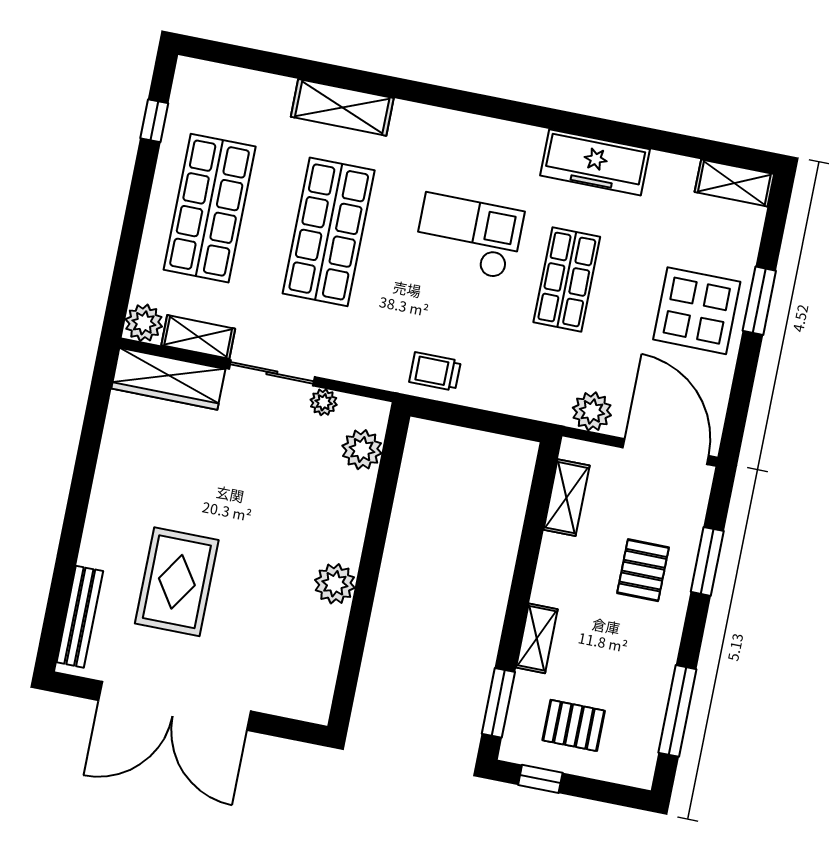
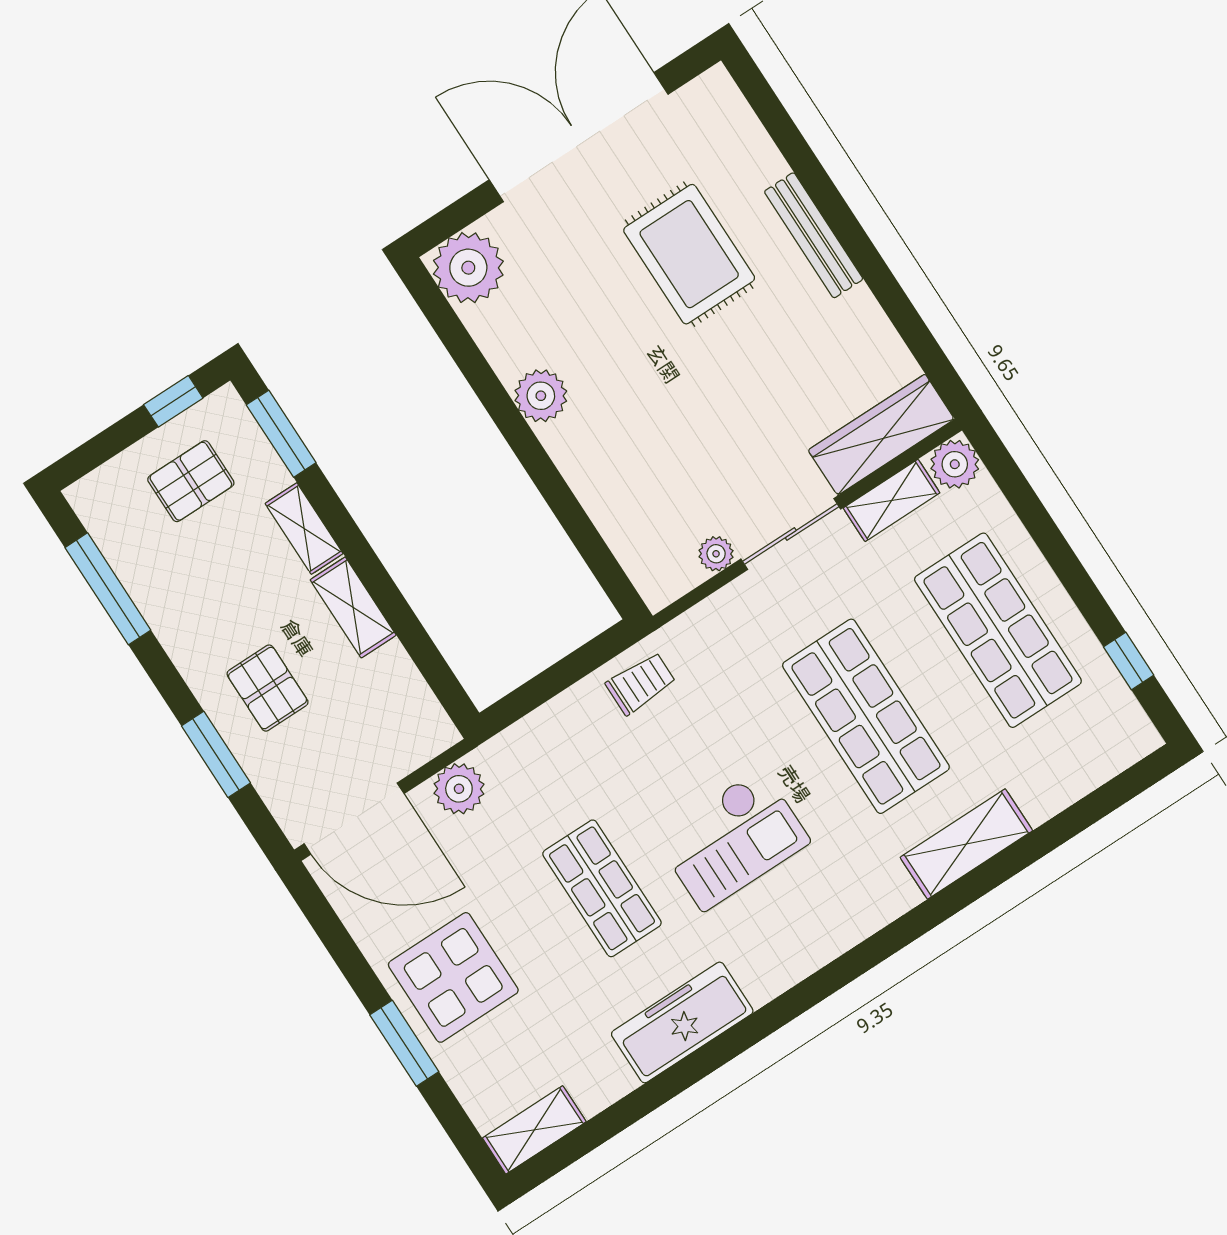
plant: (362, 450) -> (468, 268), moved, width x1.36, depth x1.36
shelving: (567, 498) -> (353, 607), moved
bench: (80, 617) -> (814, 235), moved

